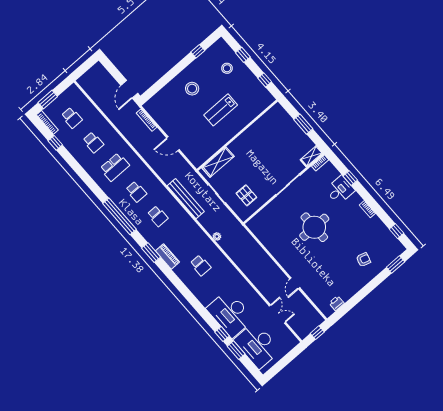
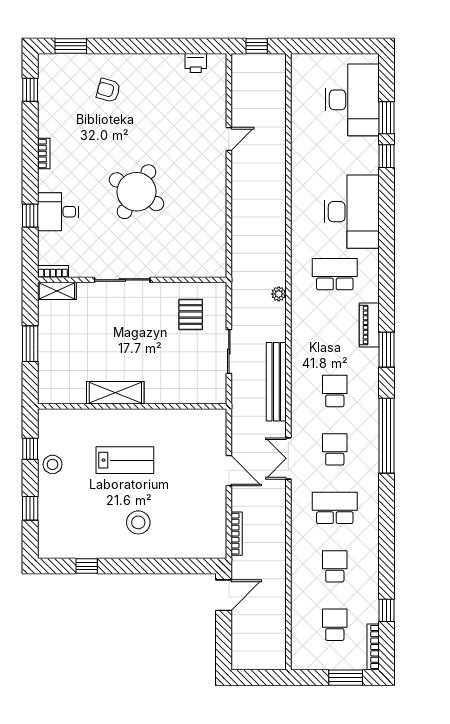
stool: (227, 68) -> (52, 464), moved
shelving: (218, 162) -> (115, 393), moved
round table: (314, 227) -> (136, 192), turned 31
school desk: (201, 265) -> (335, 274), width x1.85
desk: (230, 314) -> (352, 212), moved
double door: (277, 314) -> (288, 458), moved

